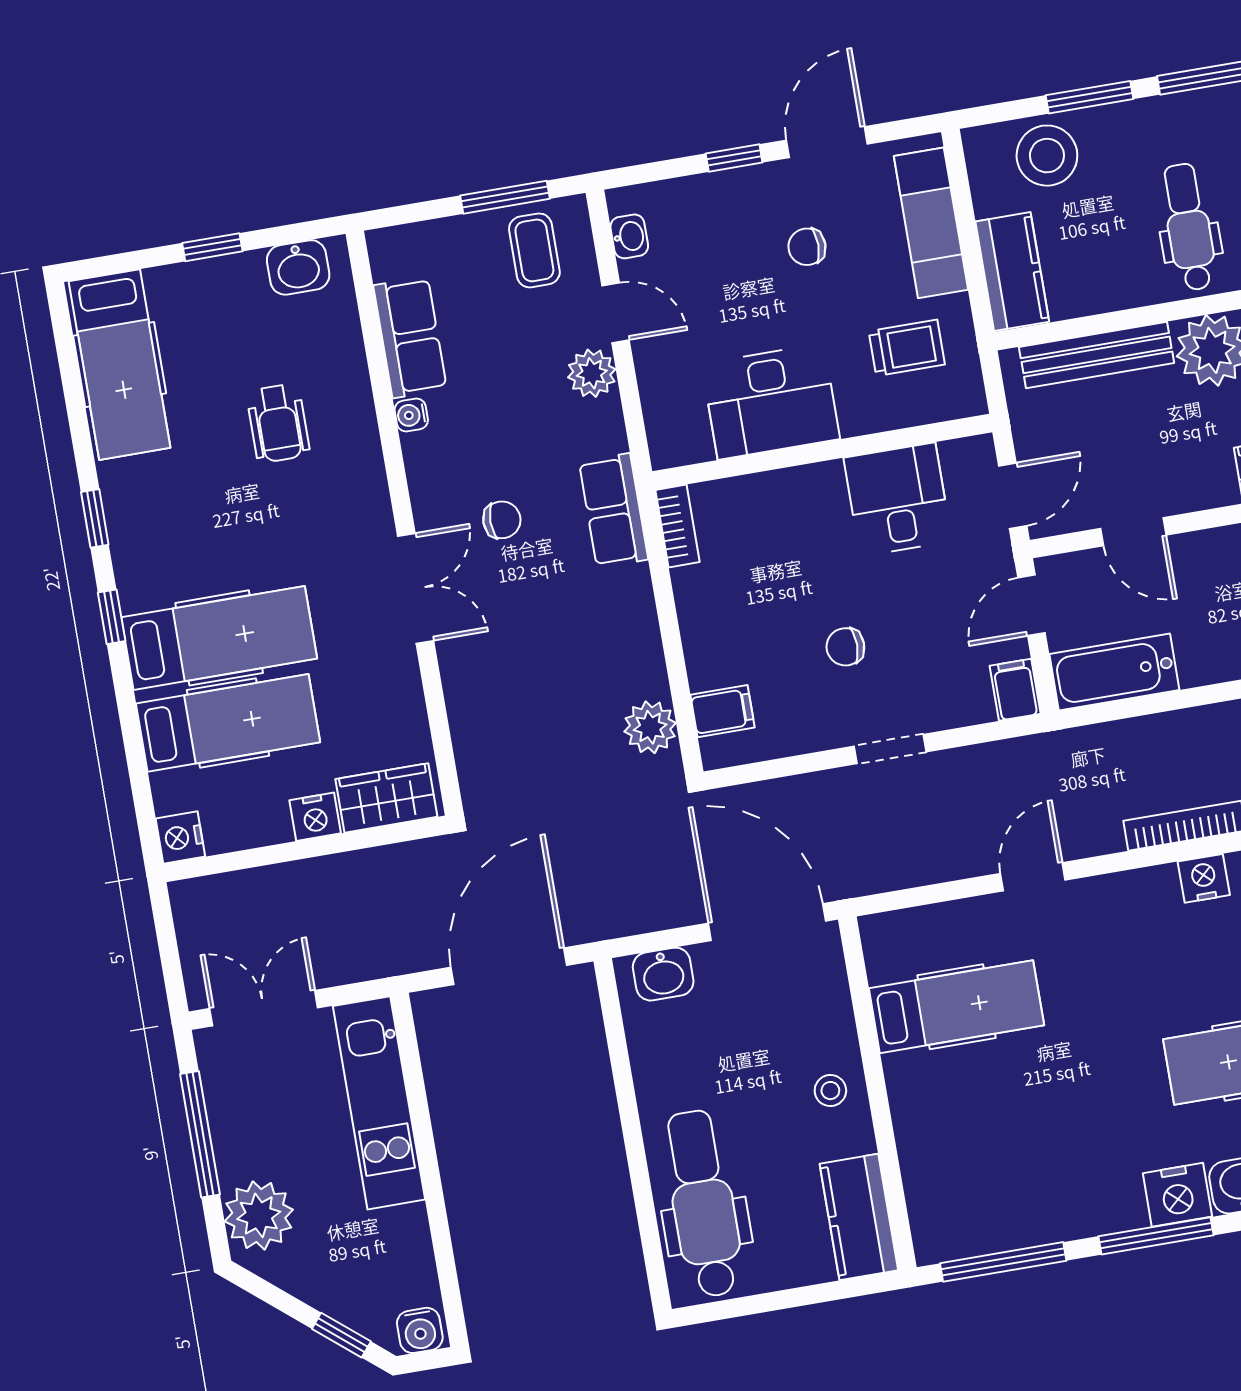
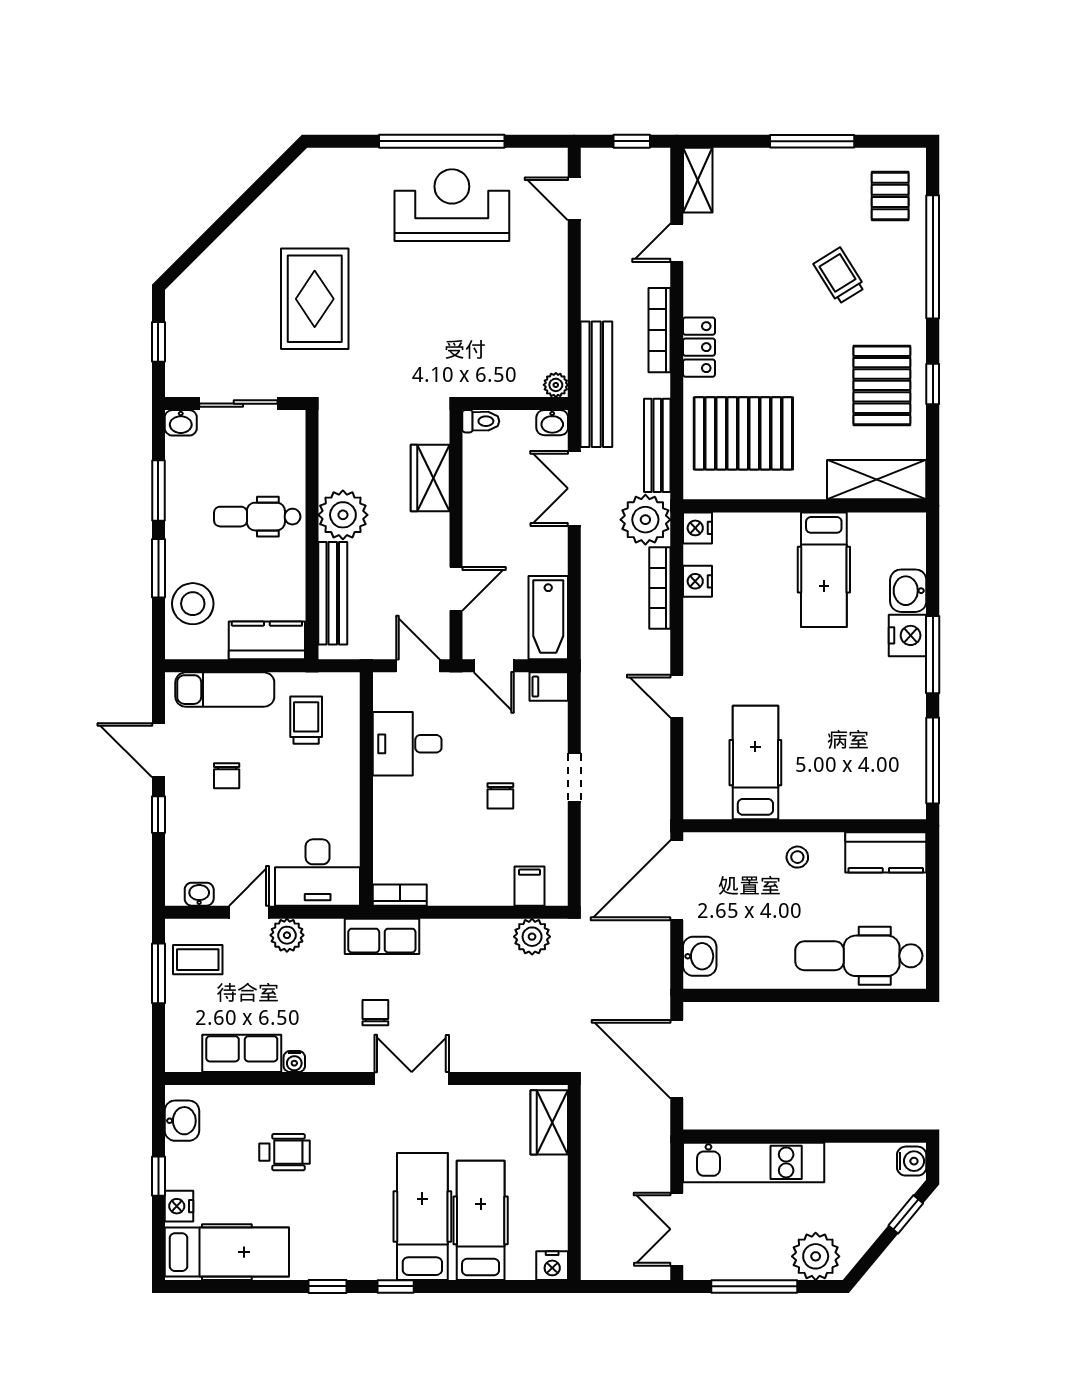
desk: (771, 402) -> (318, 872), moved, turned 90
nightstand: (315, 817) -> (179, 1206), moved, turned 180

